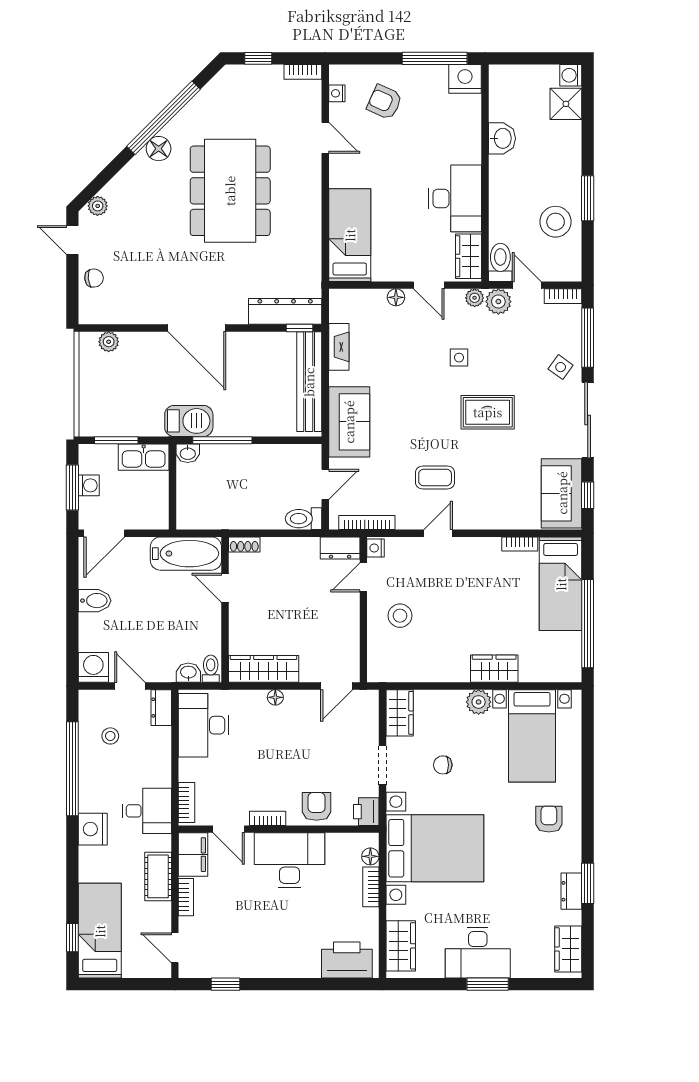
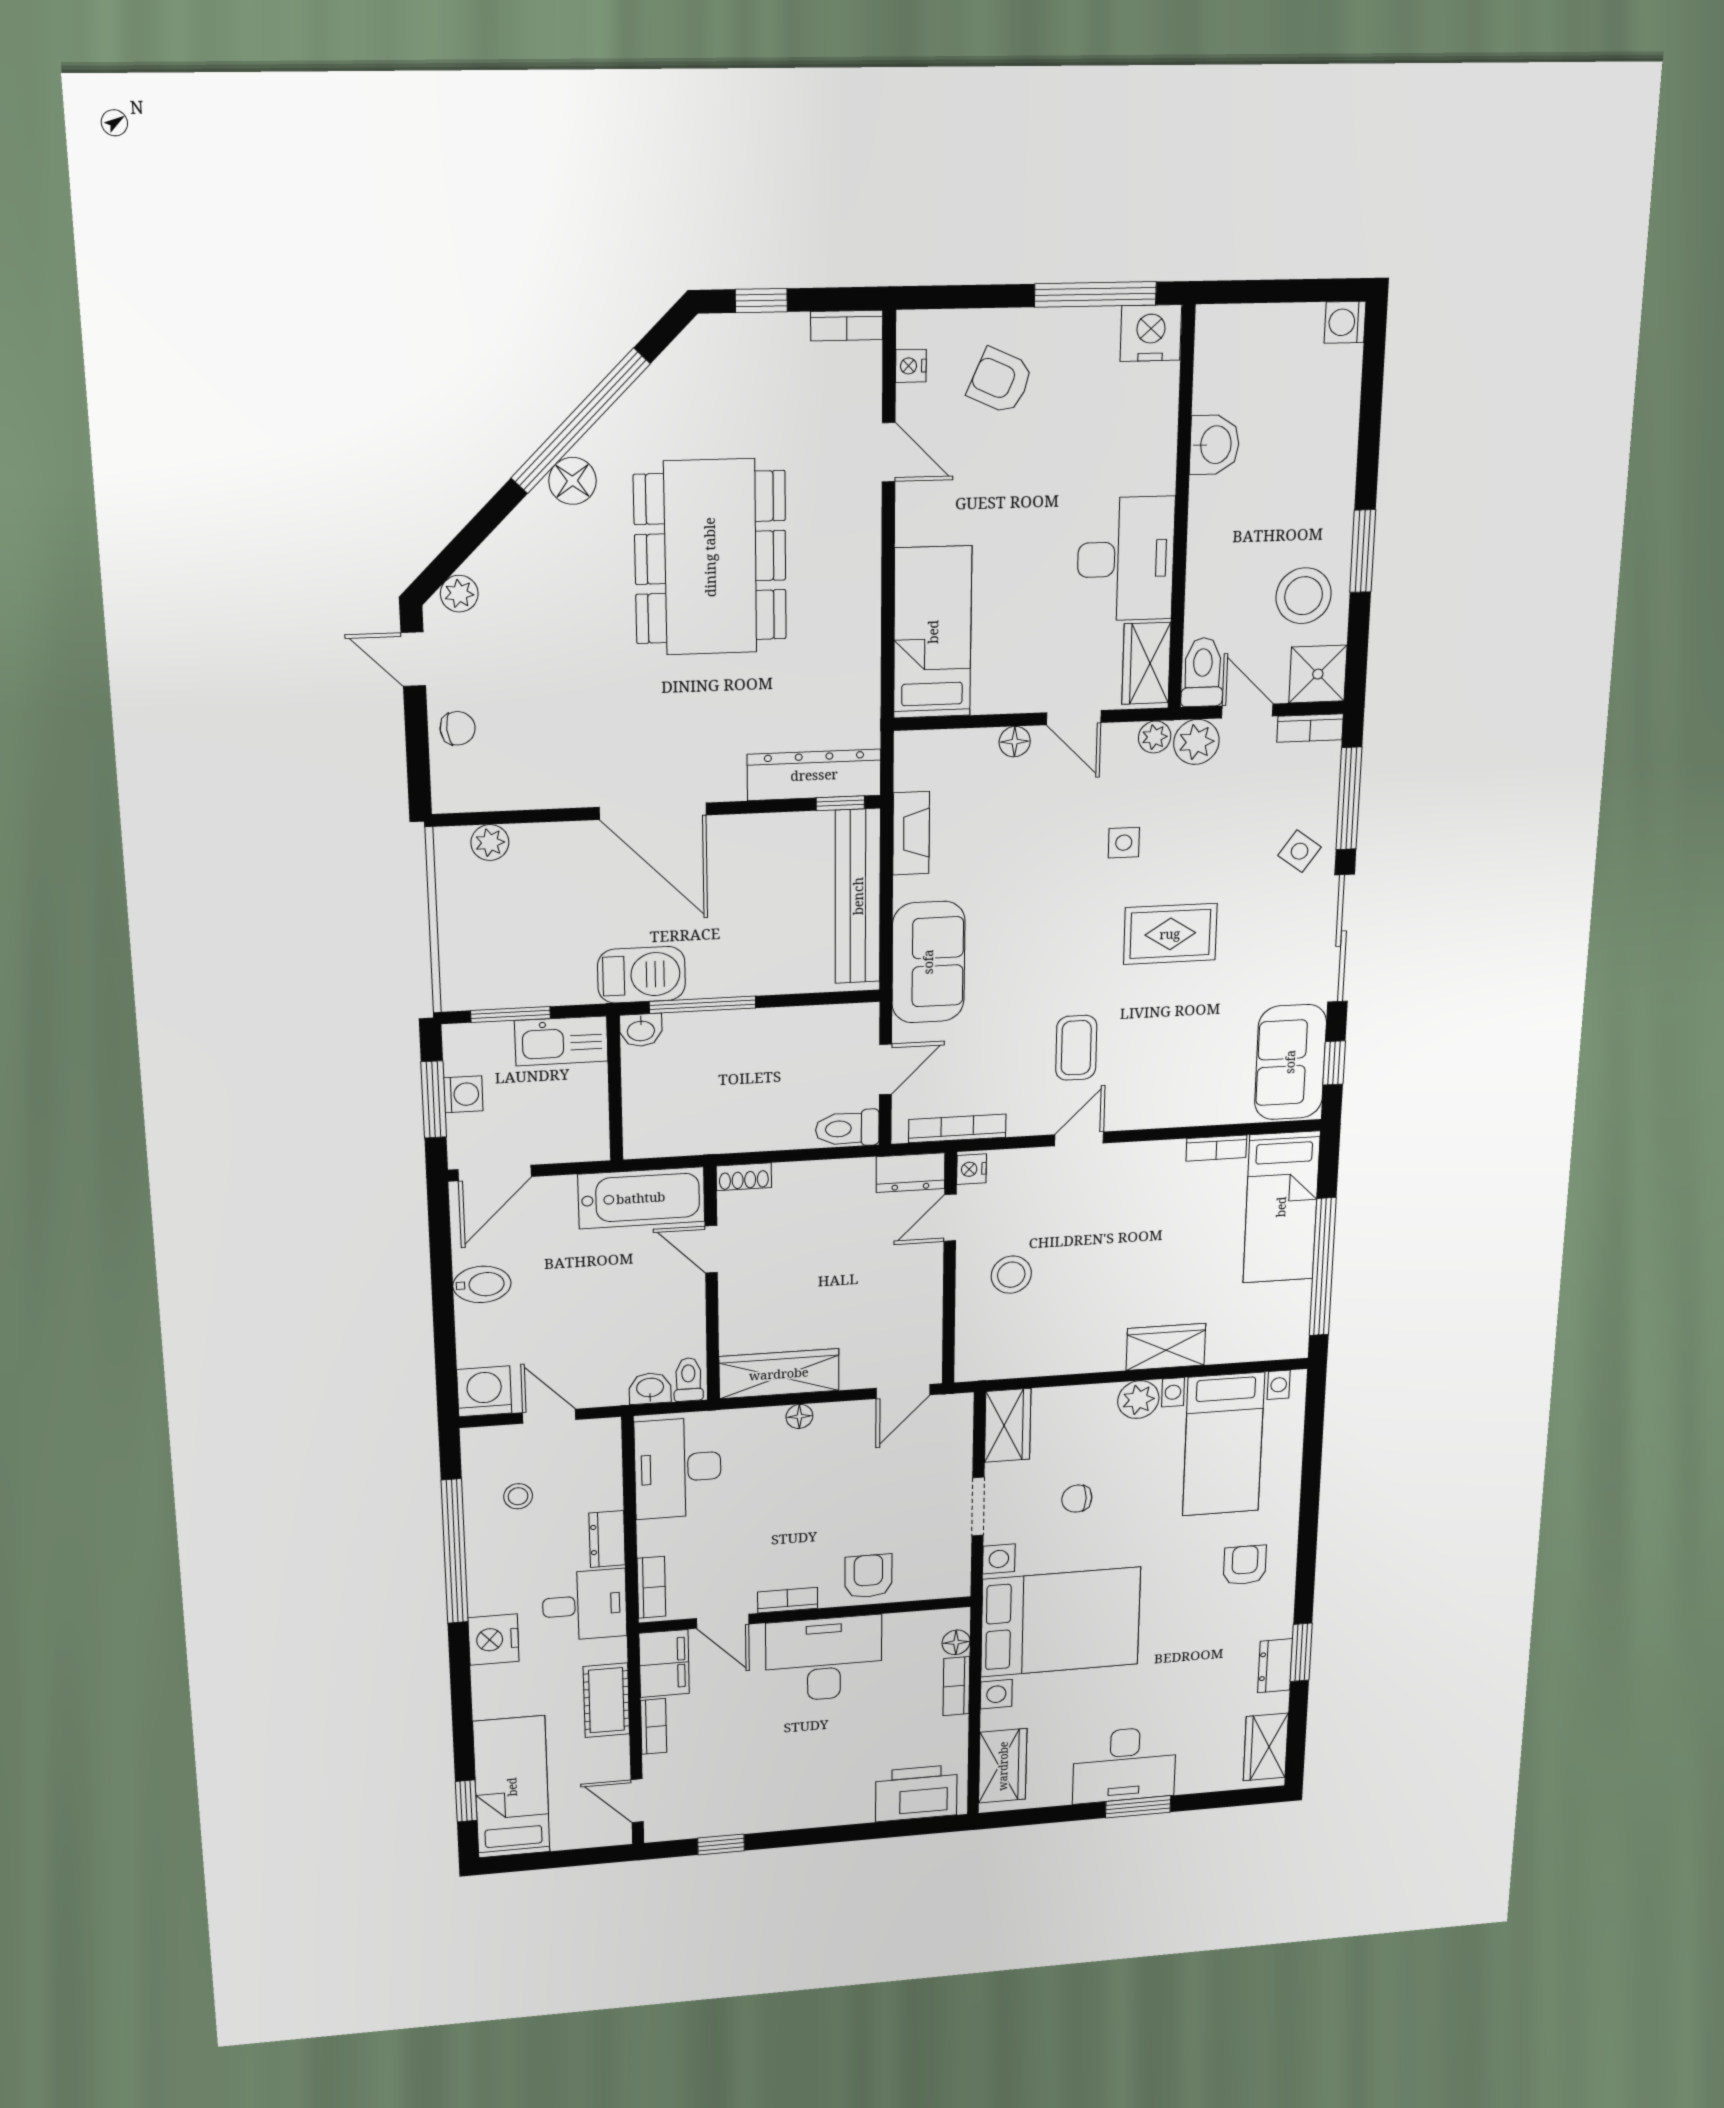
shower: (566, 104) -> (1318, 674), moved
coffee table: (435, 477) -> (1076, 1048), turned 90
dresser: (161, 708) -> (607, 1539), moved
printer: (366, 812) -> (950, 1577), removed

